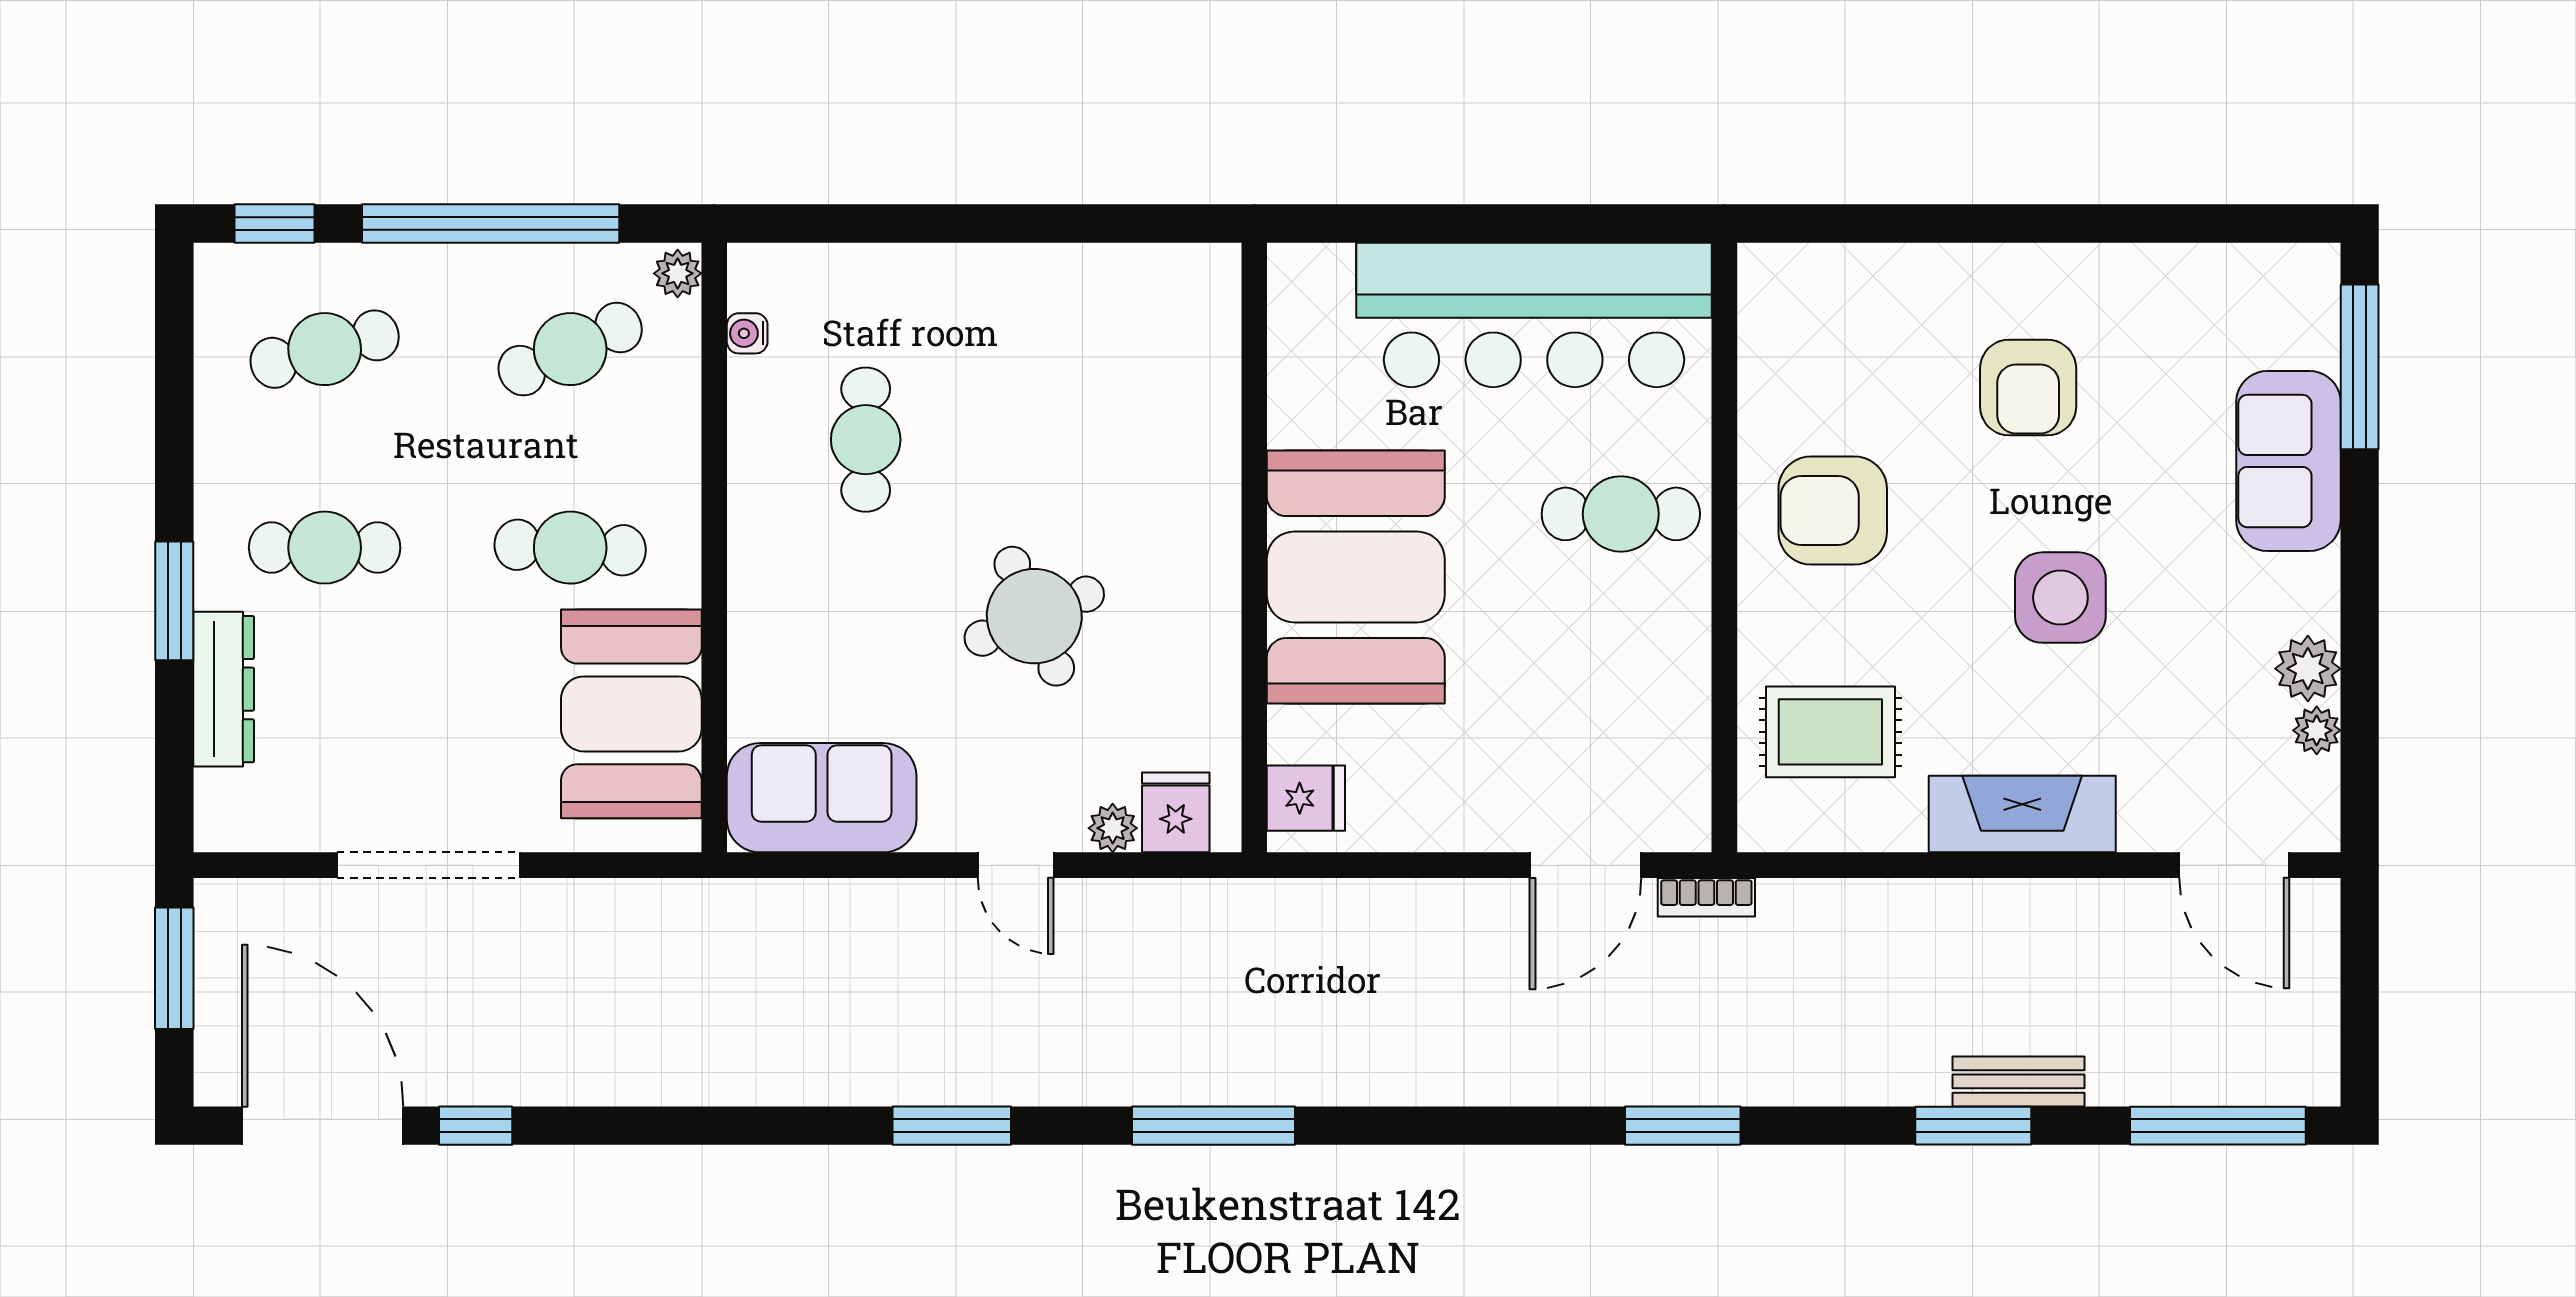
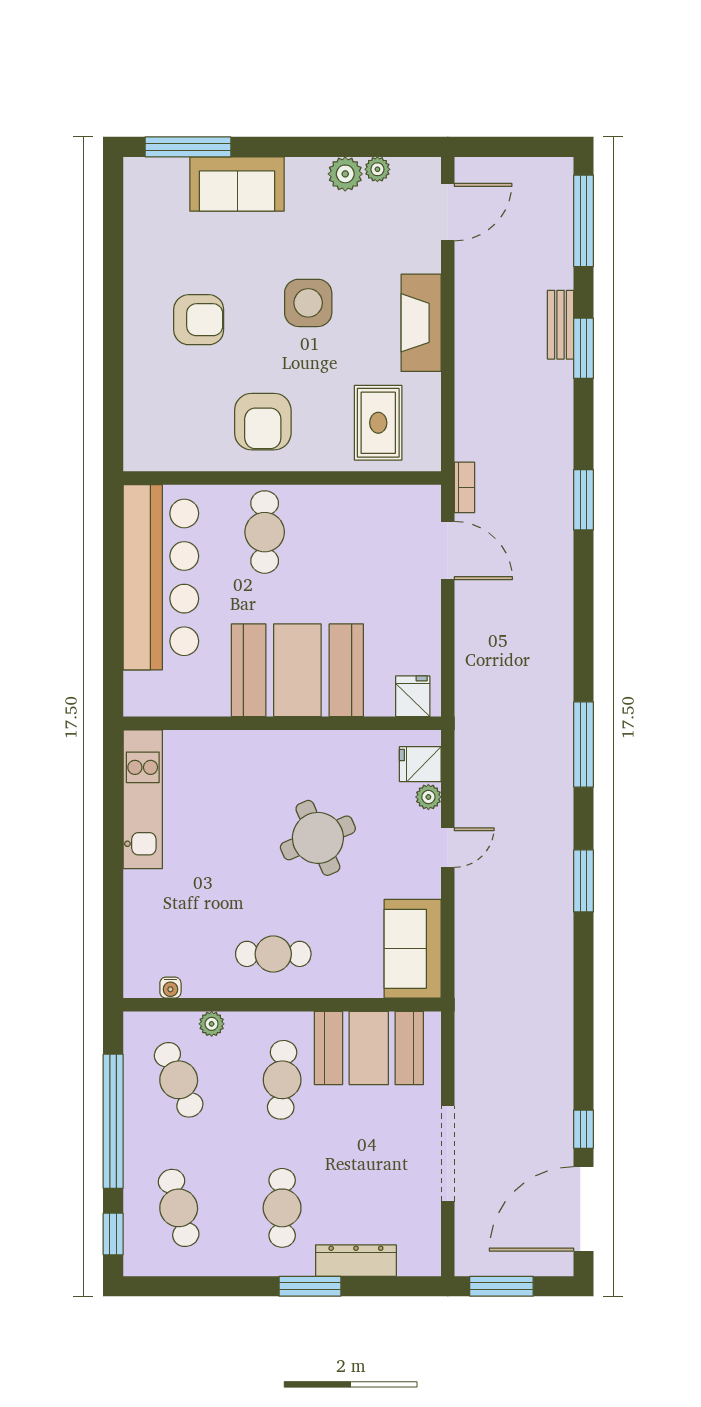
plant: (678, 273) -> (212, 1024), moved
kitchen unit: (1108, 280) -> (143, 799), added
cafe table: (866, 440) -> (273, 954), moved

